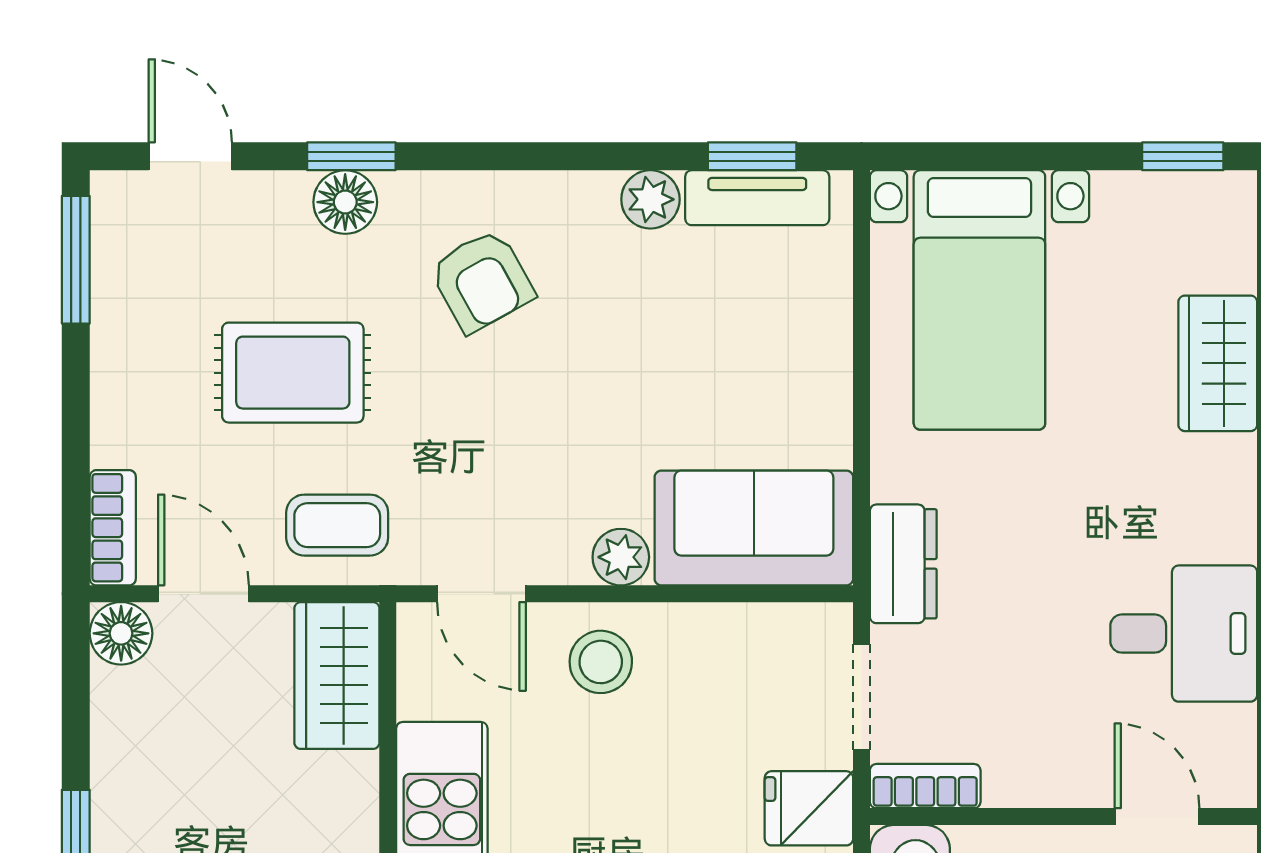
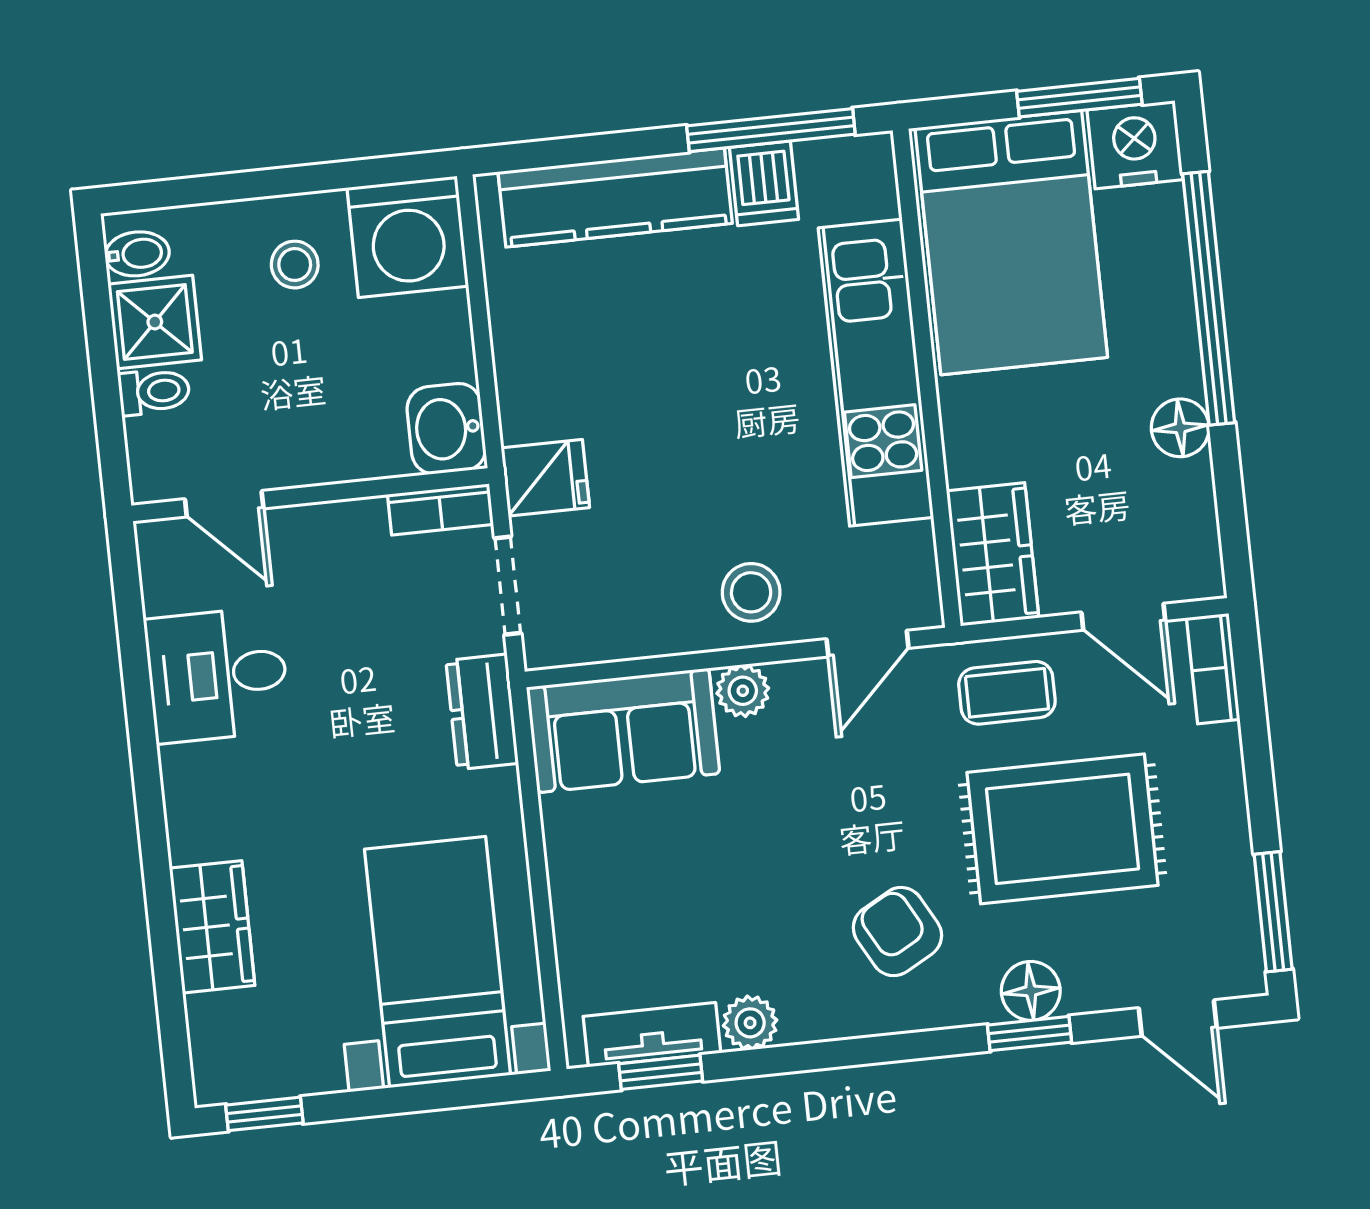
rug: (293, 373) -> (1062, 829), width x1.36, depth x1.43
door: (481, 594) -> (868, 644), swing flipped
floor lamp: (121, 633) -> (1180, 428), moved

